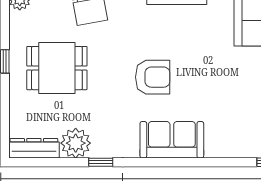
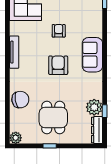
armchair: (216, 78) -> (59, 31), added
window: (101, 162) -> (105, 111), moved

